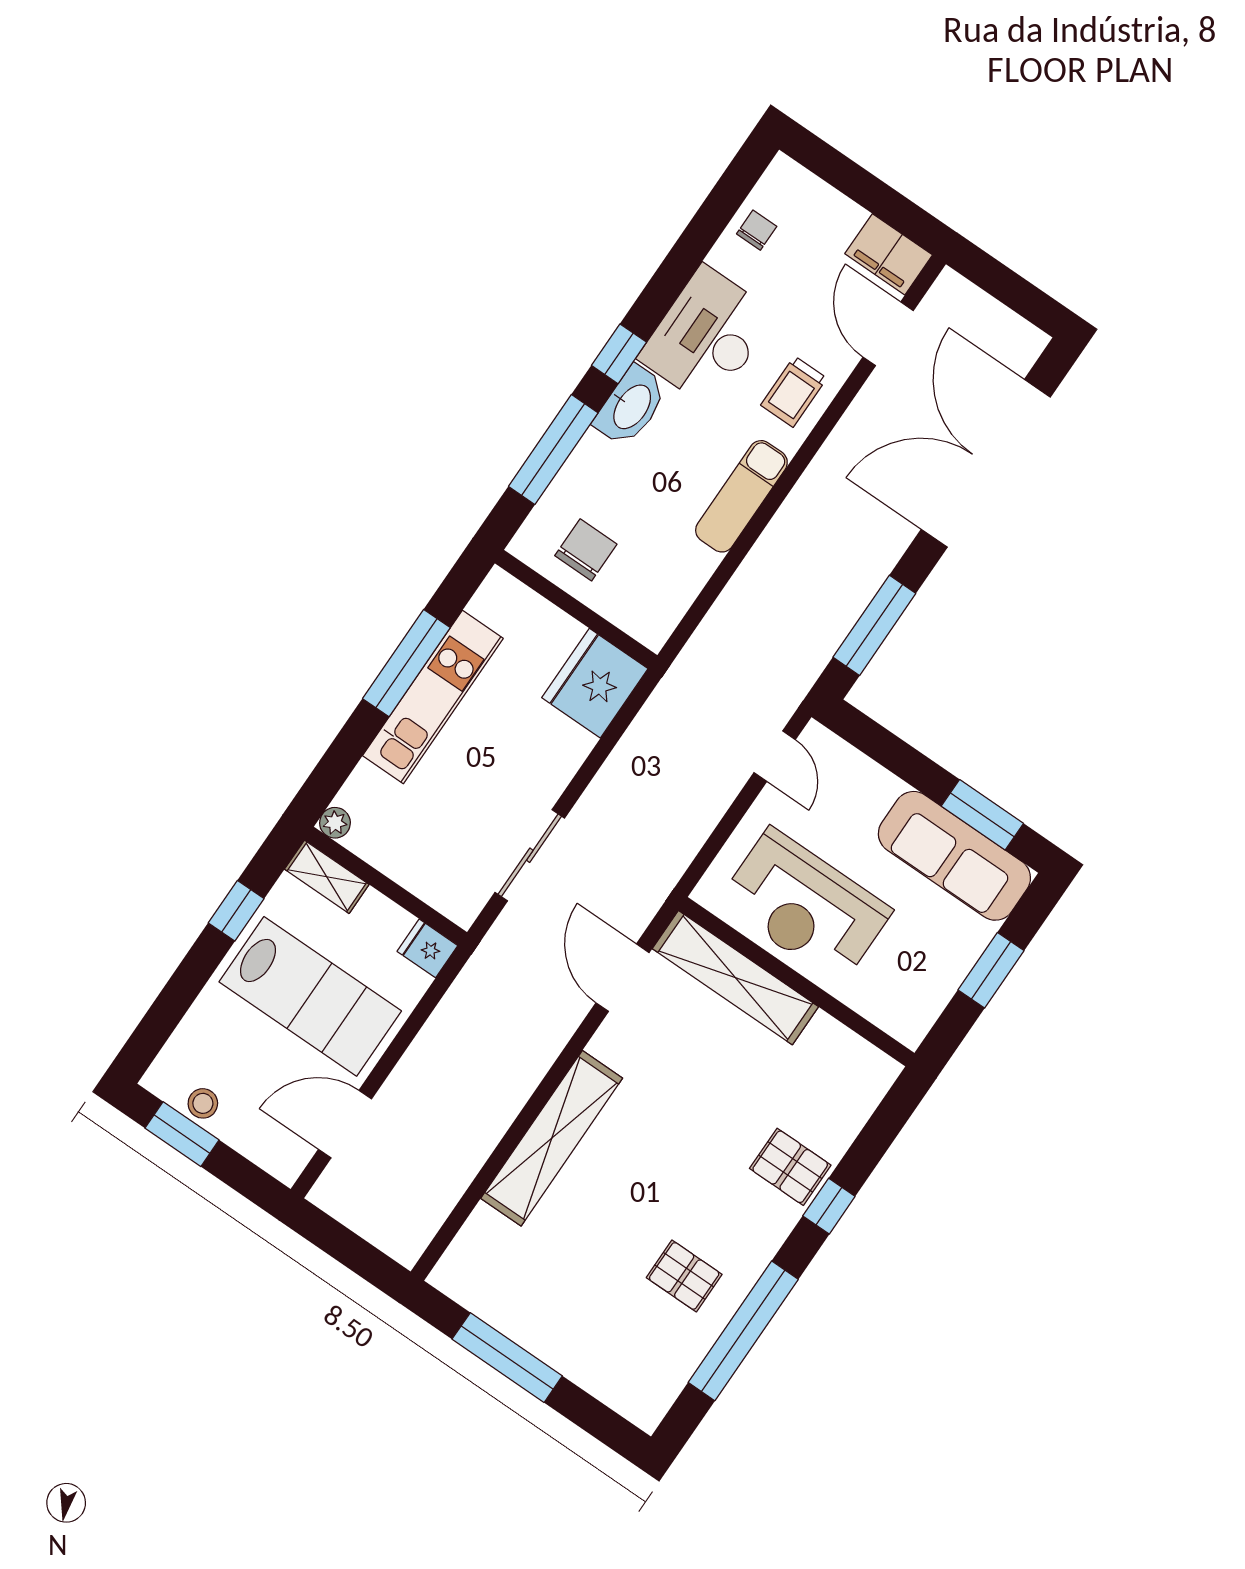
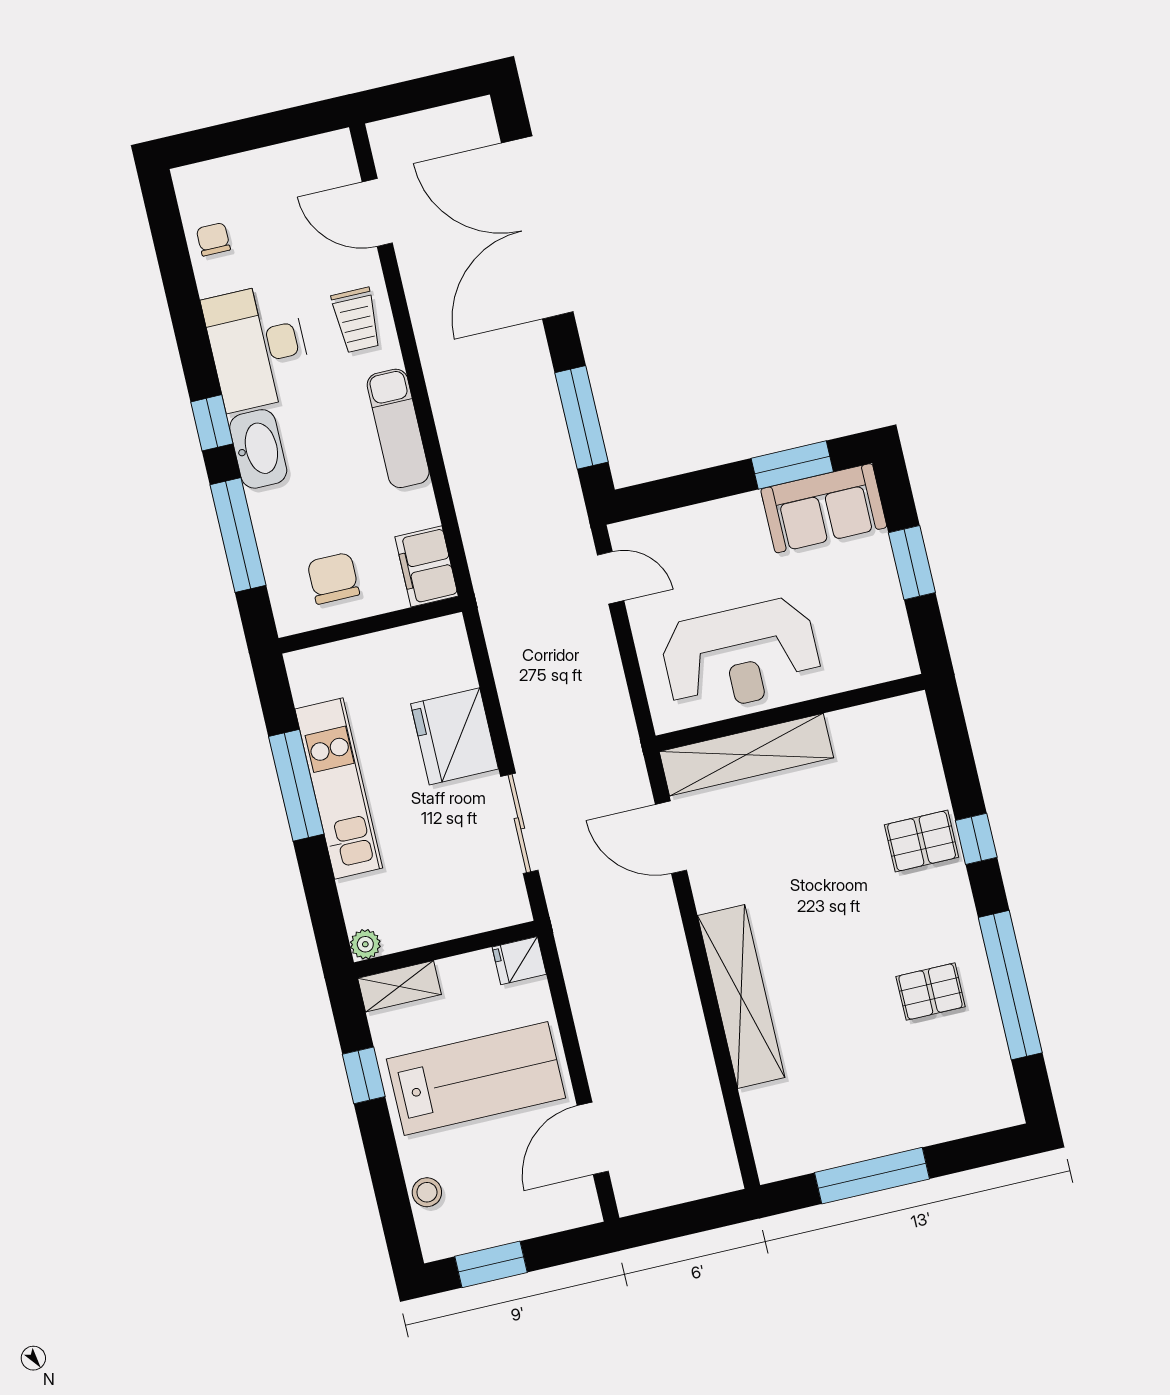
filing cabinet: (889, 254) -> (427, 566), moved, turned 90
fridge: (595, 683) -> (454, 736), moved
sofa: (954, 856) -> (824, 508), width x0.73
stool: (203, 1103) -> (427, 1192), moved

